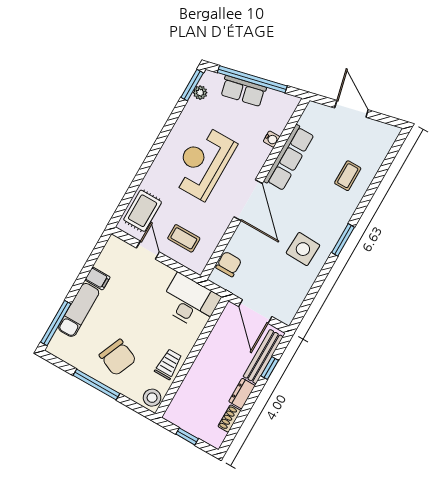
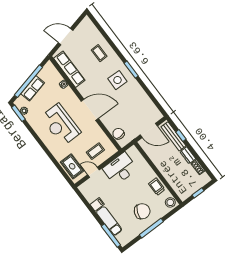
row of seats: (289, 158) -> (69, 69), moved
side table: (303, 249) -> (117, 80), moved
desk: (190, 302) -> (120, 169), moved

